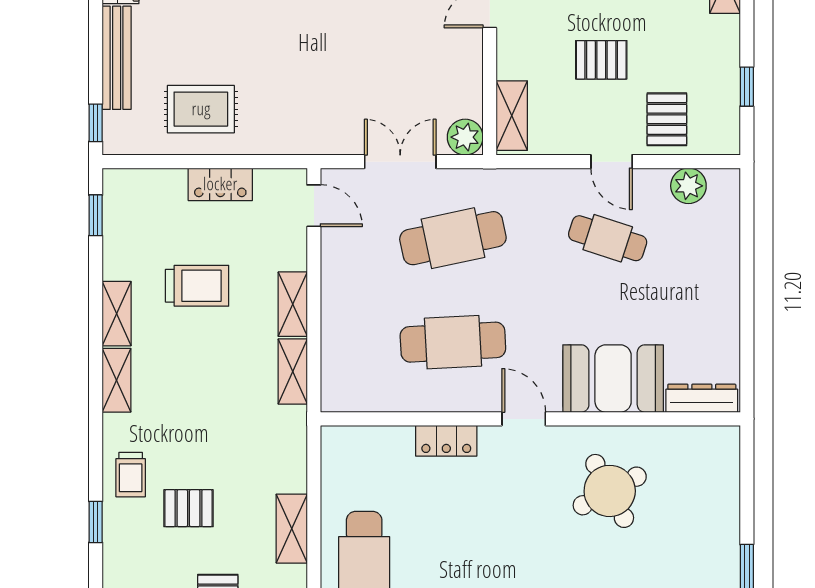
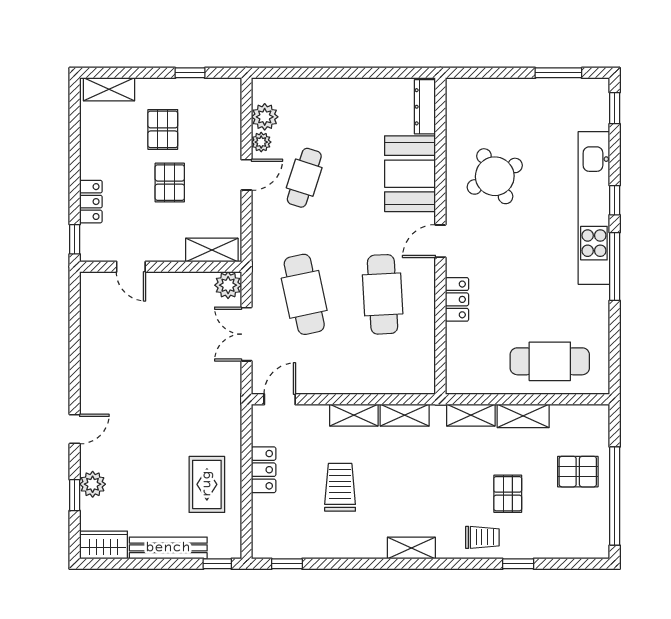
pallet: (667, 119) -> (163, 129), moved, turned 90
plant: (655, 181) -> (261, 142), added
shelving: (117, 314) -> (471, 415), moved

